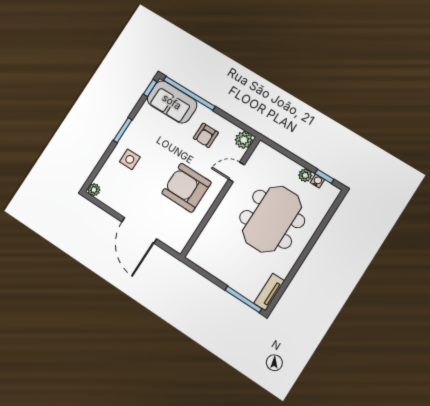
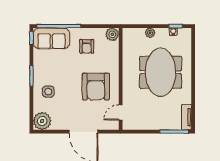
door: (236, 172) -> (121, 113), moved
plant: (305, 175) -> (150, 33), moved
armchair: (186, 188) -> (96, 87), turned -90
plant: (94, 190) -> (42, 121), width x1.88, depth x1.88

